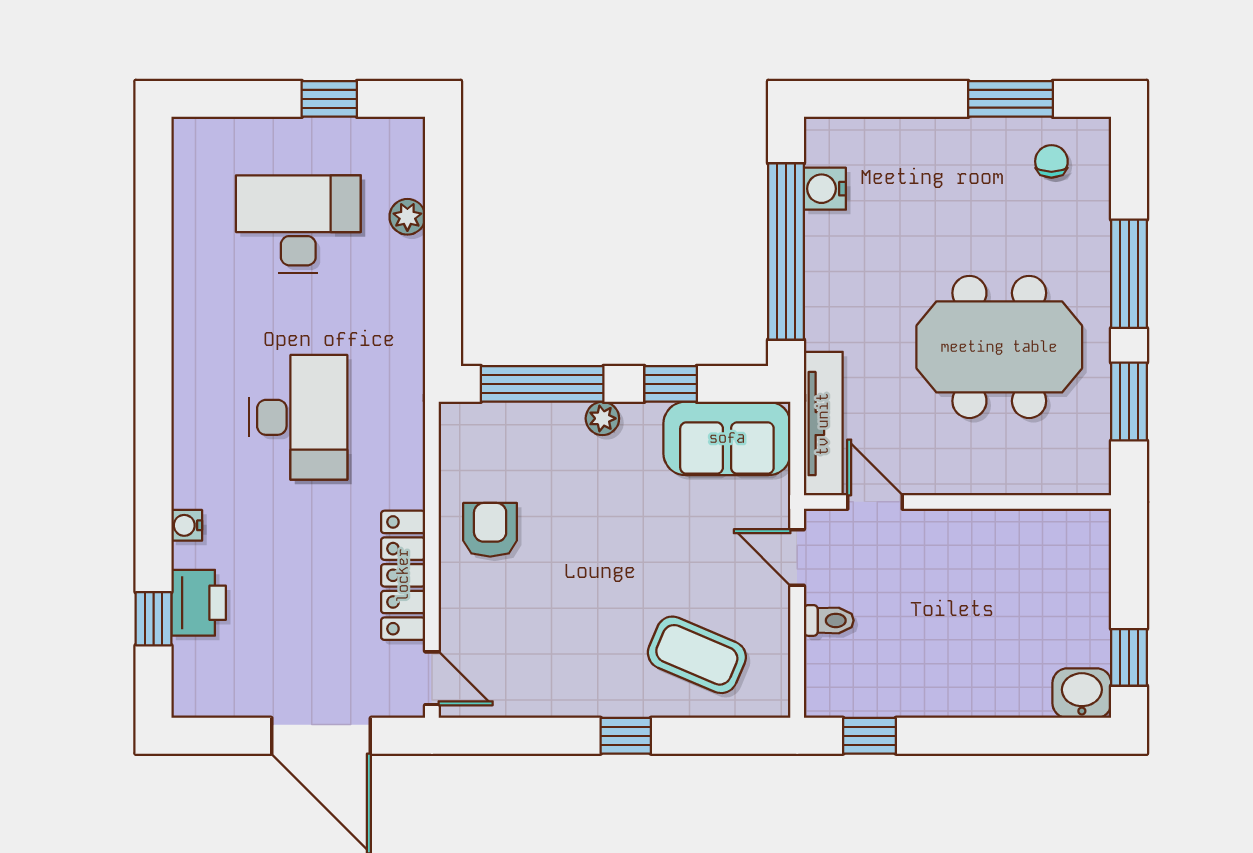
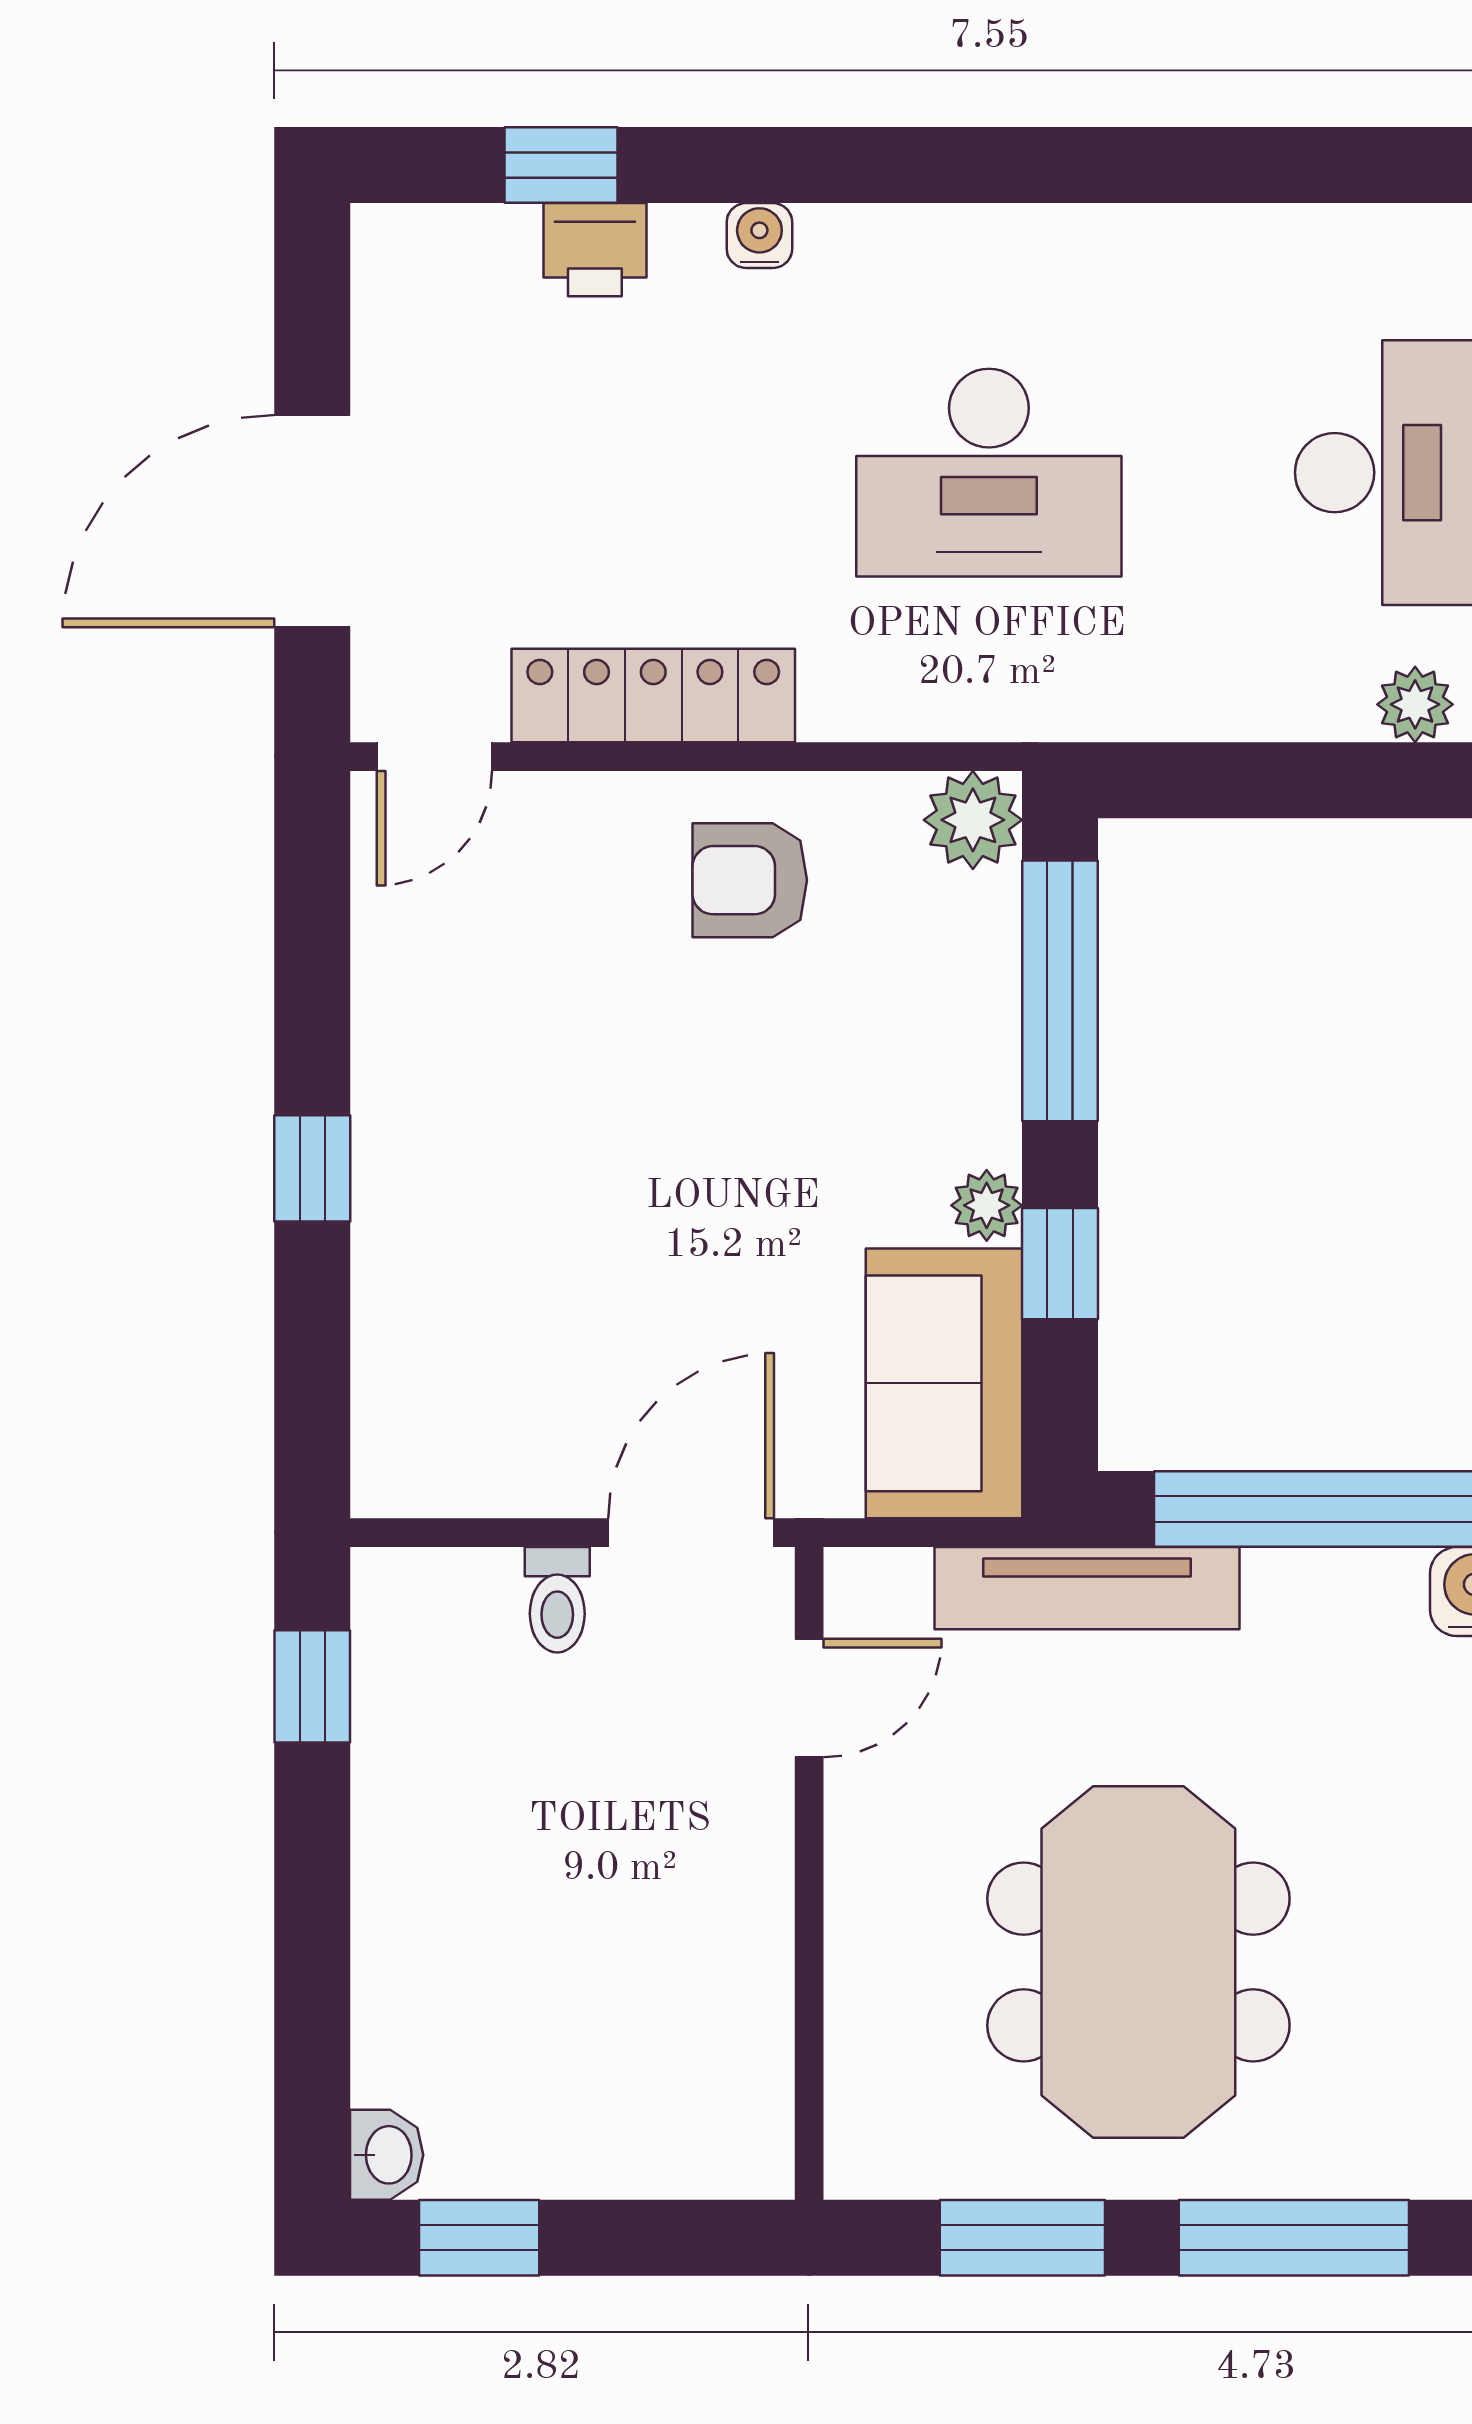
plant: (602, 418) -> (987, 1205), moved
tv unit: (823, 424) -> (1087, 1588), moved
plant: (462, 425) -> (973, 820), added
armchair: (490, 530) -> (750, 880), turned 180
door: (797, 558) -> (691, 1533), width x1.38
printer: (199, 603) -> (595, 250), width x0.73, depth x0.81
coffee table: (697, 655) -> (484, 1319), removed
washbasin: (1082, 693) -> (387, 2155), width x0.72, depth x0.69

